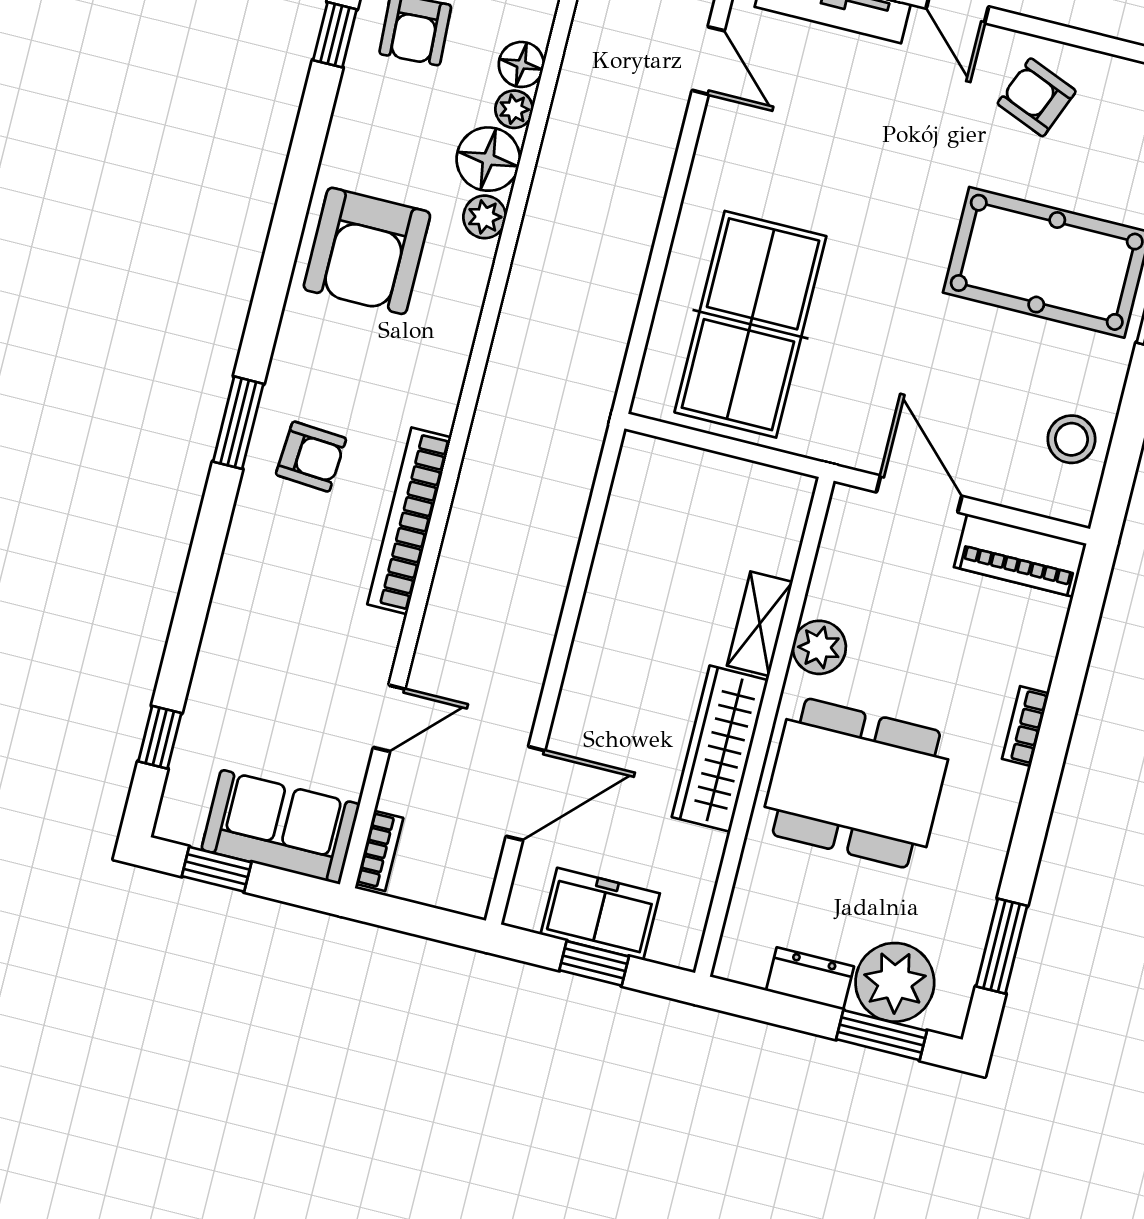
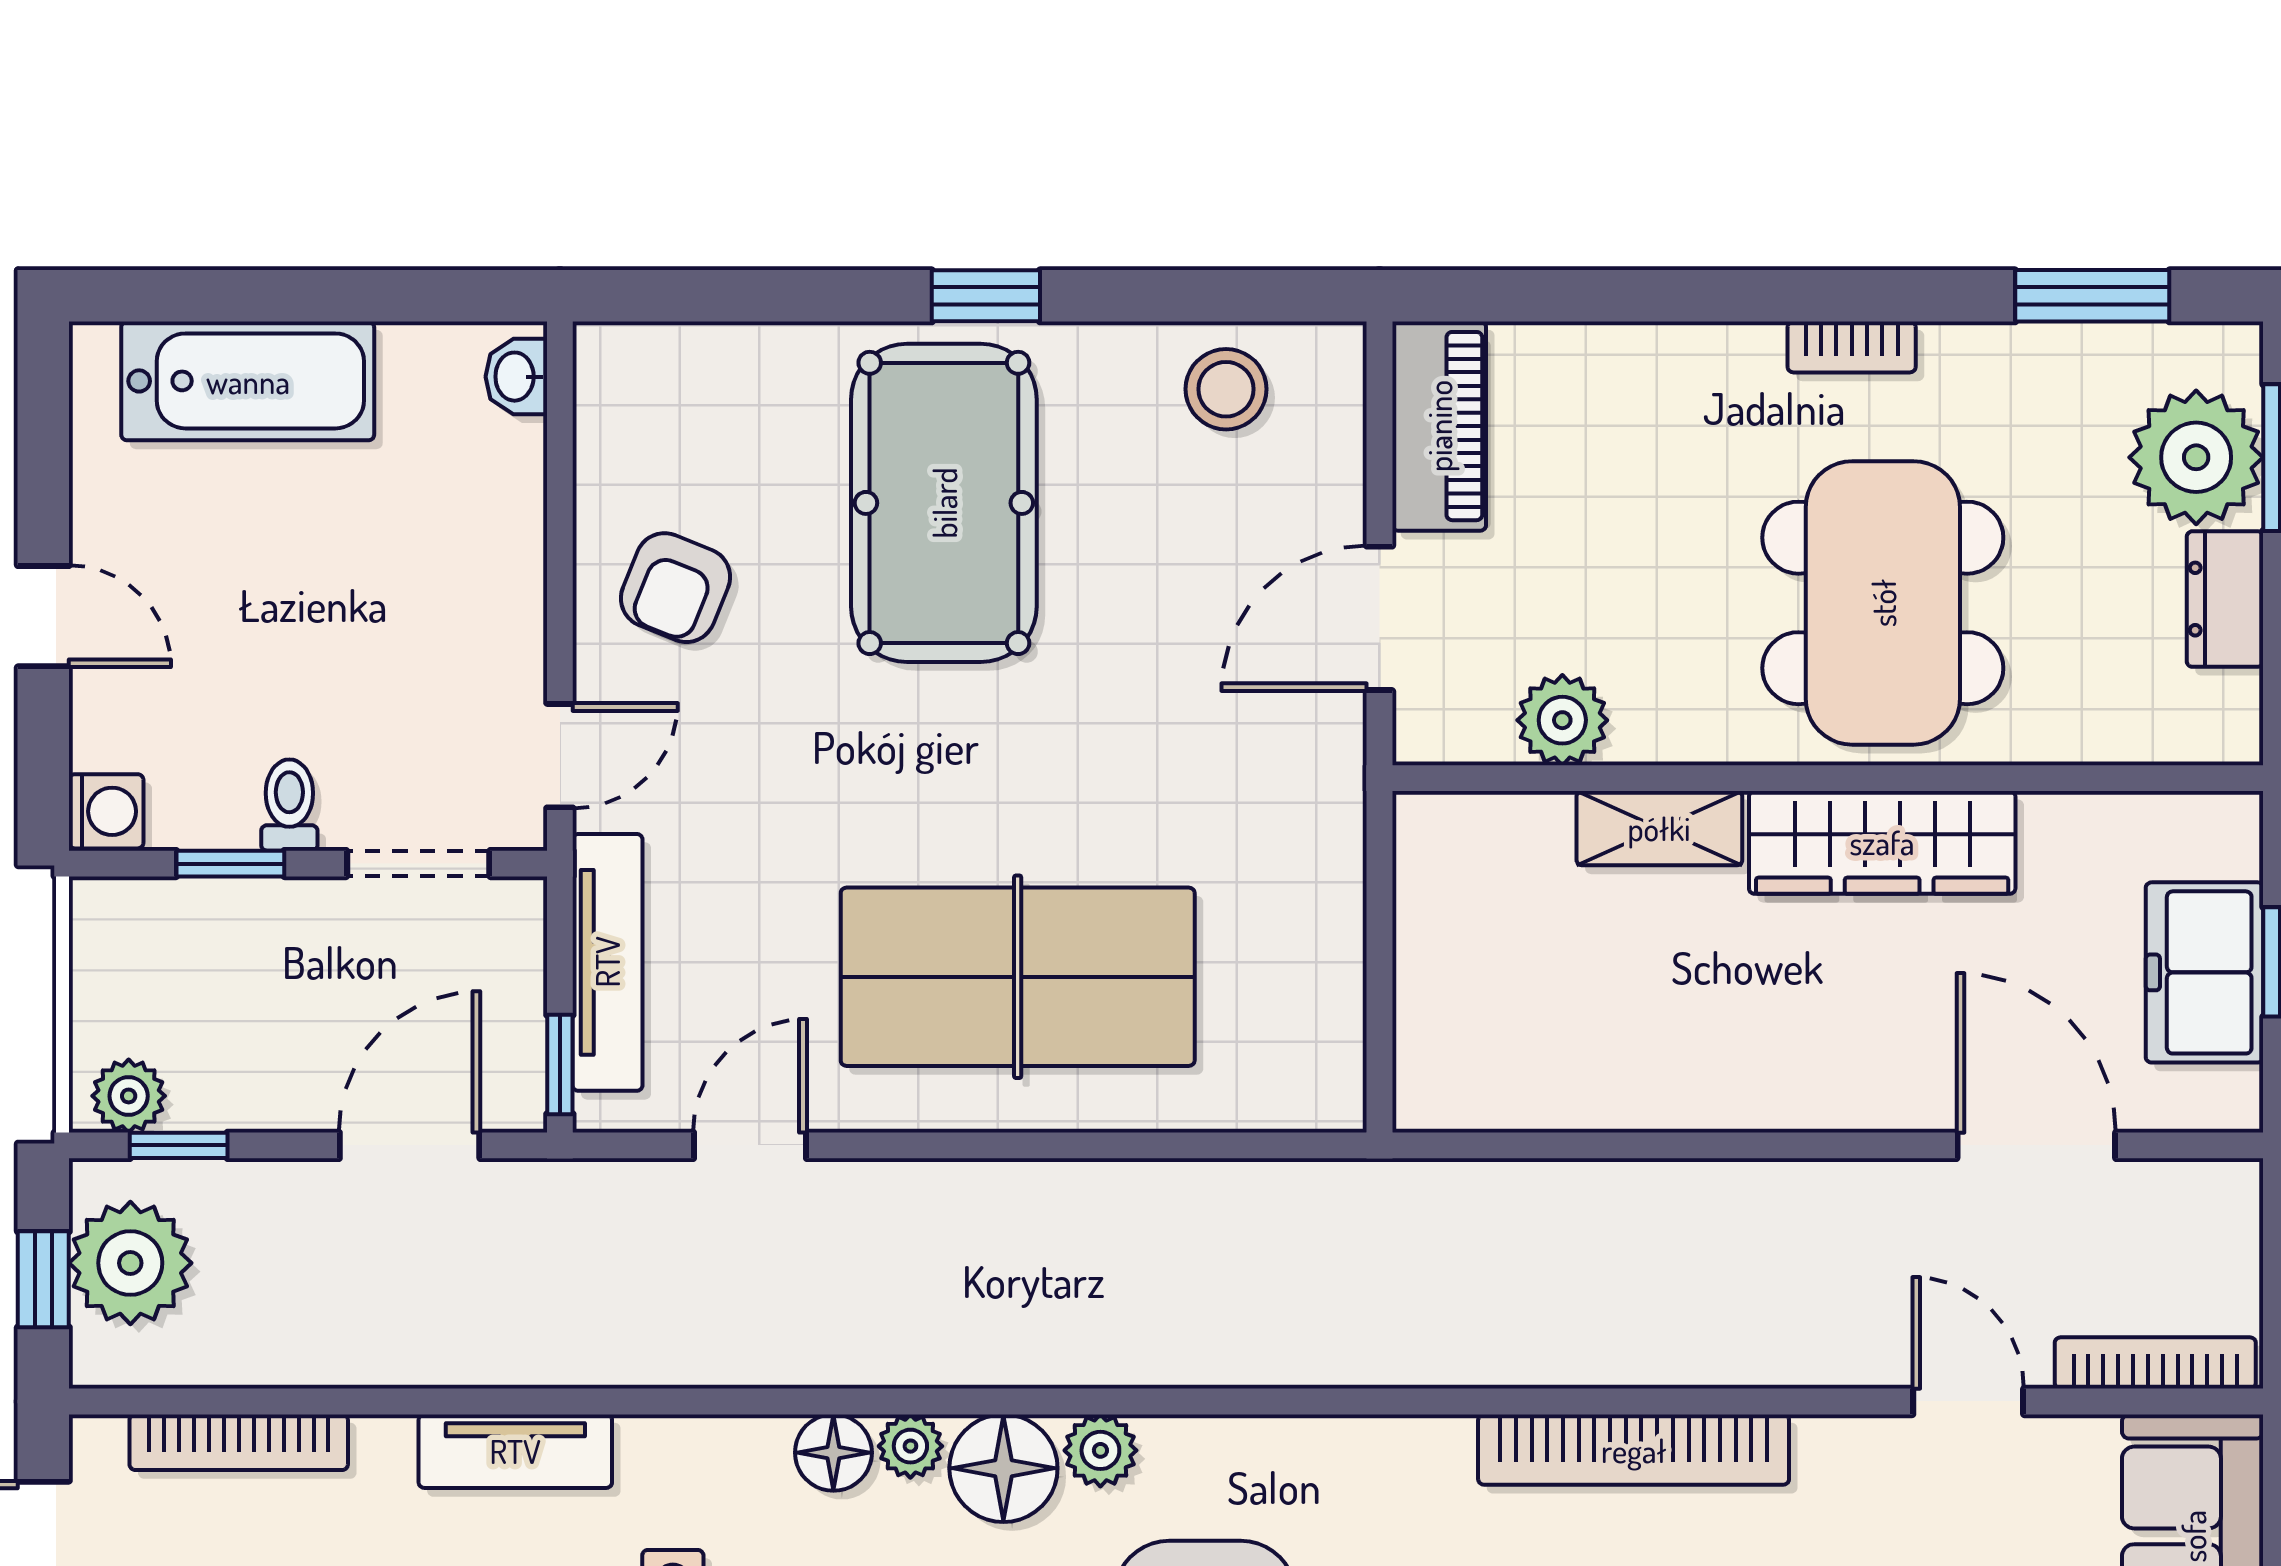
table tennis table: (750, 324) -> (1018, 977), moved
plant: (819, 647) -> (1562, 720), moved
bookcase: (1025, 726) -> (1852, 347), moved
bookcase: (379, 851) -> (2155, 1363), width x1.56

